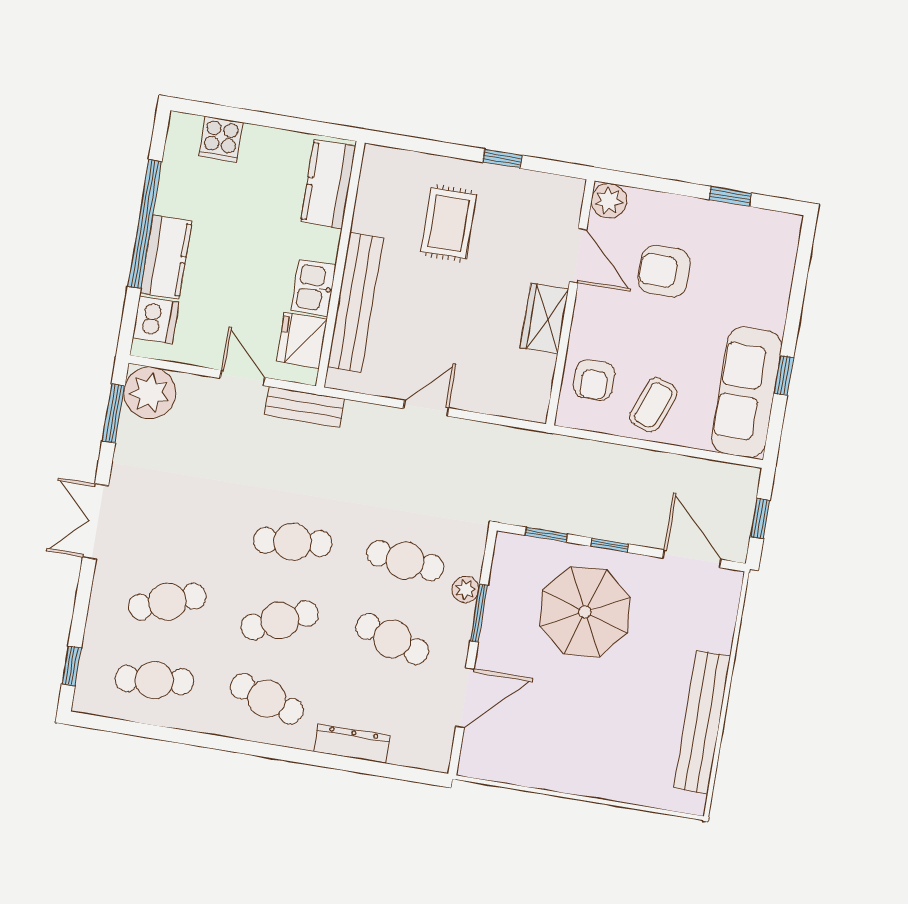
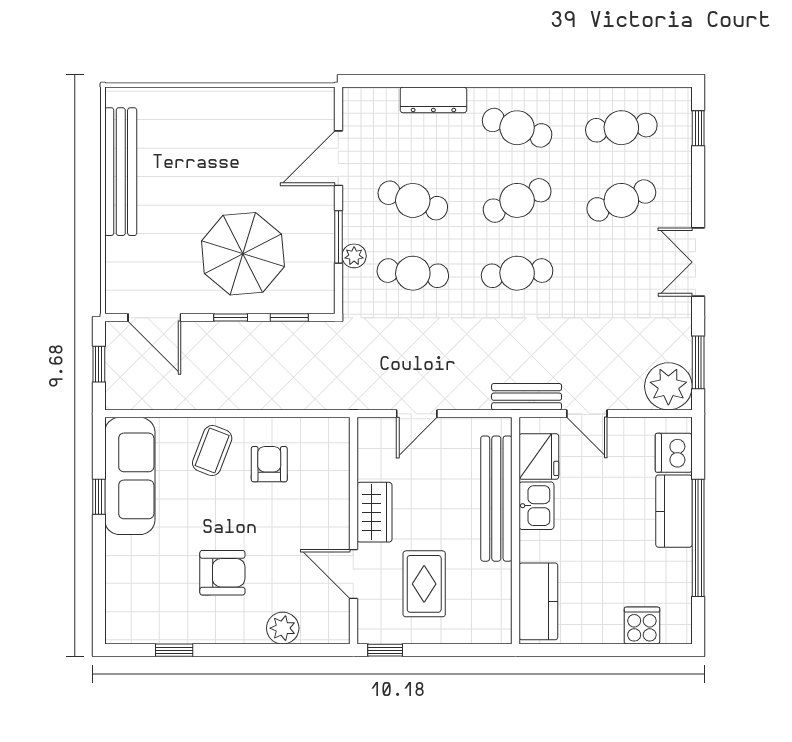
door: (578, 256) -> (353, 574), moved
wall: (570, 302) -> (353, 531), moved
wardrobe: (544, 319) -> (374, 512), moved
double door: (95, 521) -> (698, 262), swing flipped

